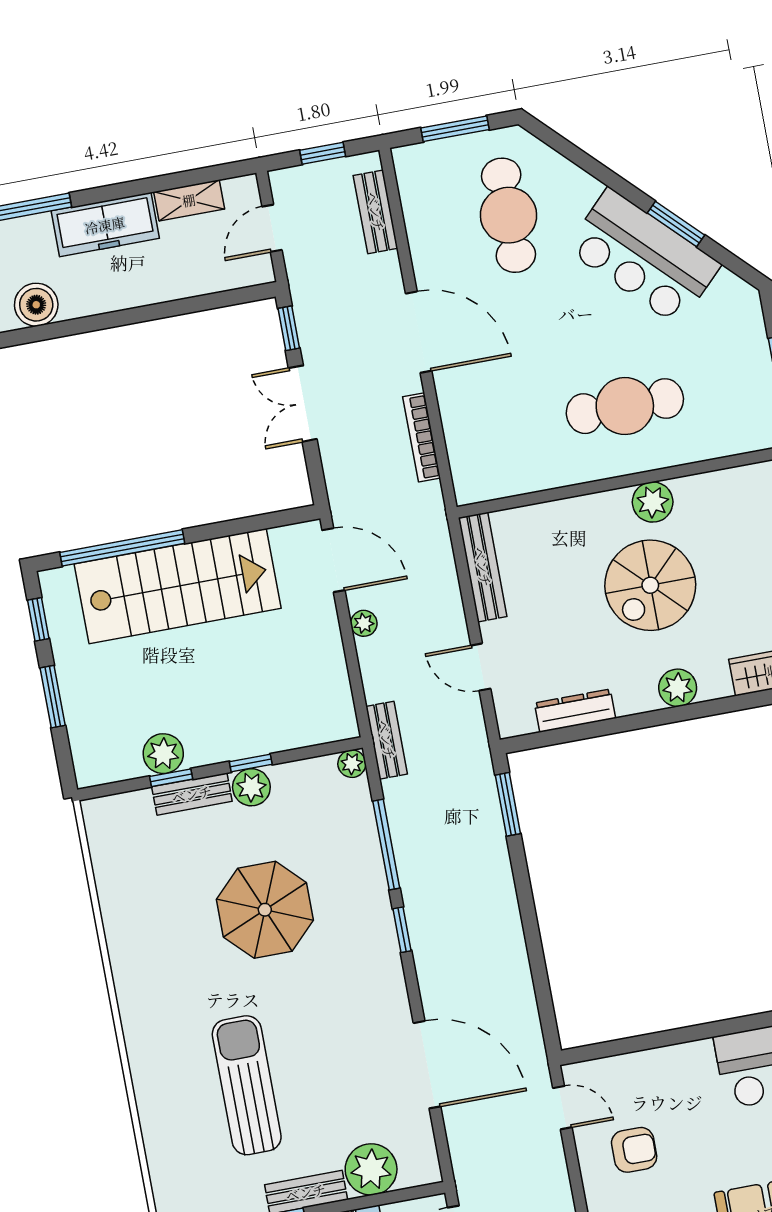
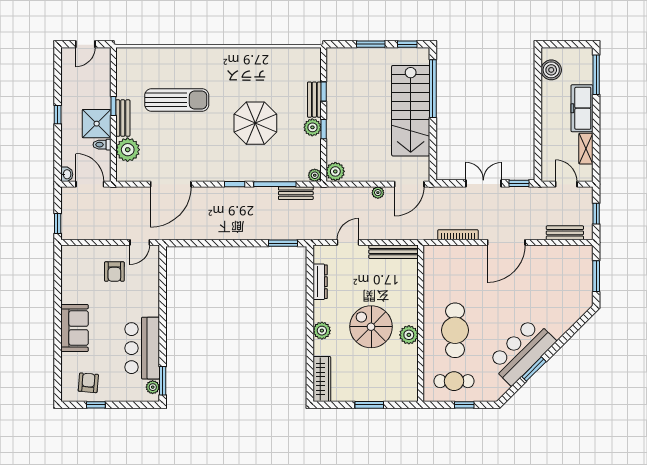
cafe table: (509, 215) -> (454, 381), moved, width x0.73, depth x0.74
bench: (387, 740) -> (296, 193), moved
plant: (163, 754) -> (335, 171), moved

